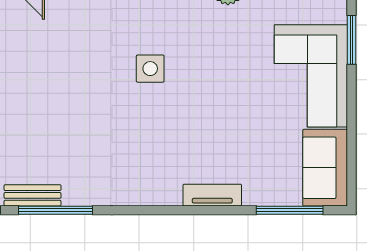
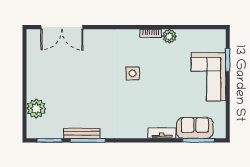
sofa: (325, 168) -> (195, 128), moved, turned 90
bench: (33, 195) -> (82, 133), width x1.36

